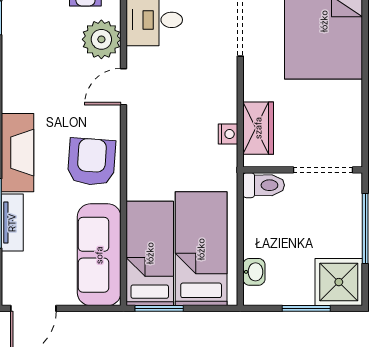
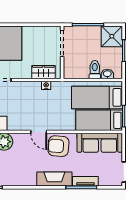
door: (124, 87) -> (39, 132), moved
toilet: (264, 185) -> (95, 70), moved

